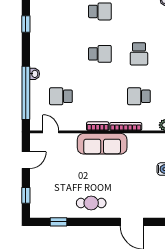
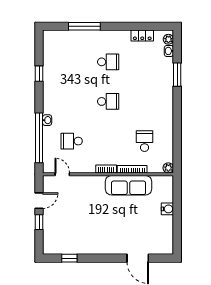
school desk: (139, 54) -> (144, 101), removed
school desk: (139, 96) -> (144, 141), turned 90
sofa: (102, 144) -> (129, 185), moved
window: (26, 195) -> (39, 222), moved
cafe table: (91, 203) -> (100, 241), removed

